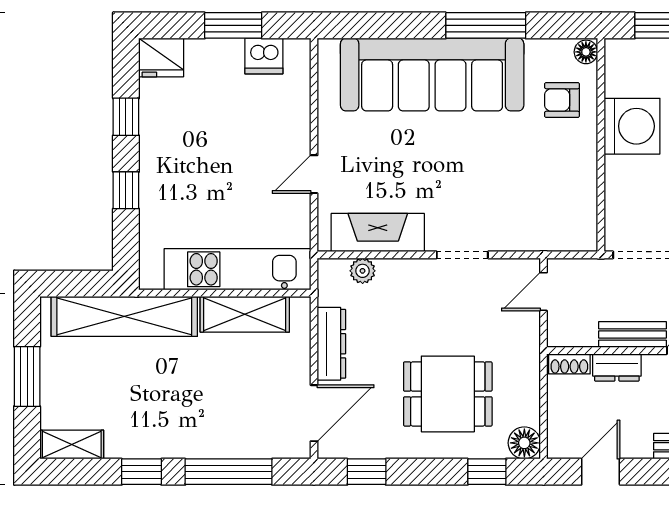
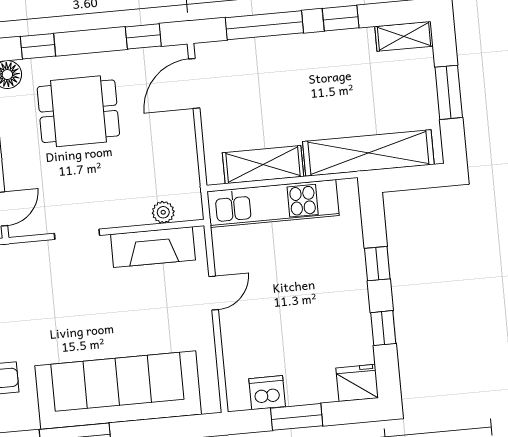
dresser: (331, 344) -> (185, 146), removed

